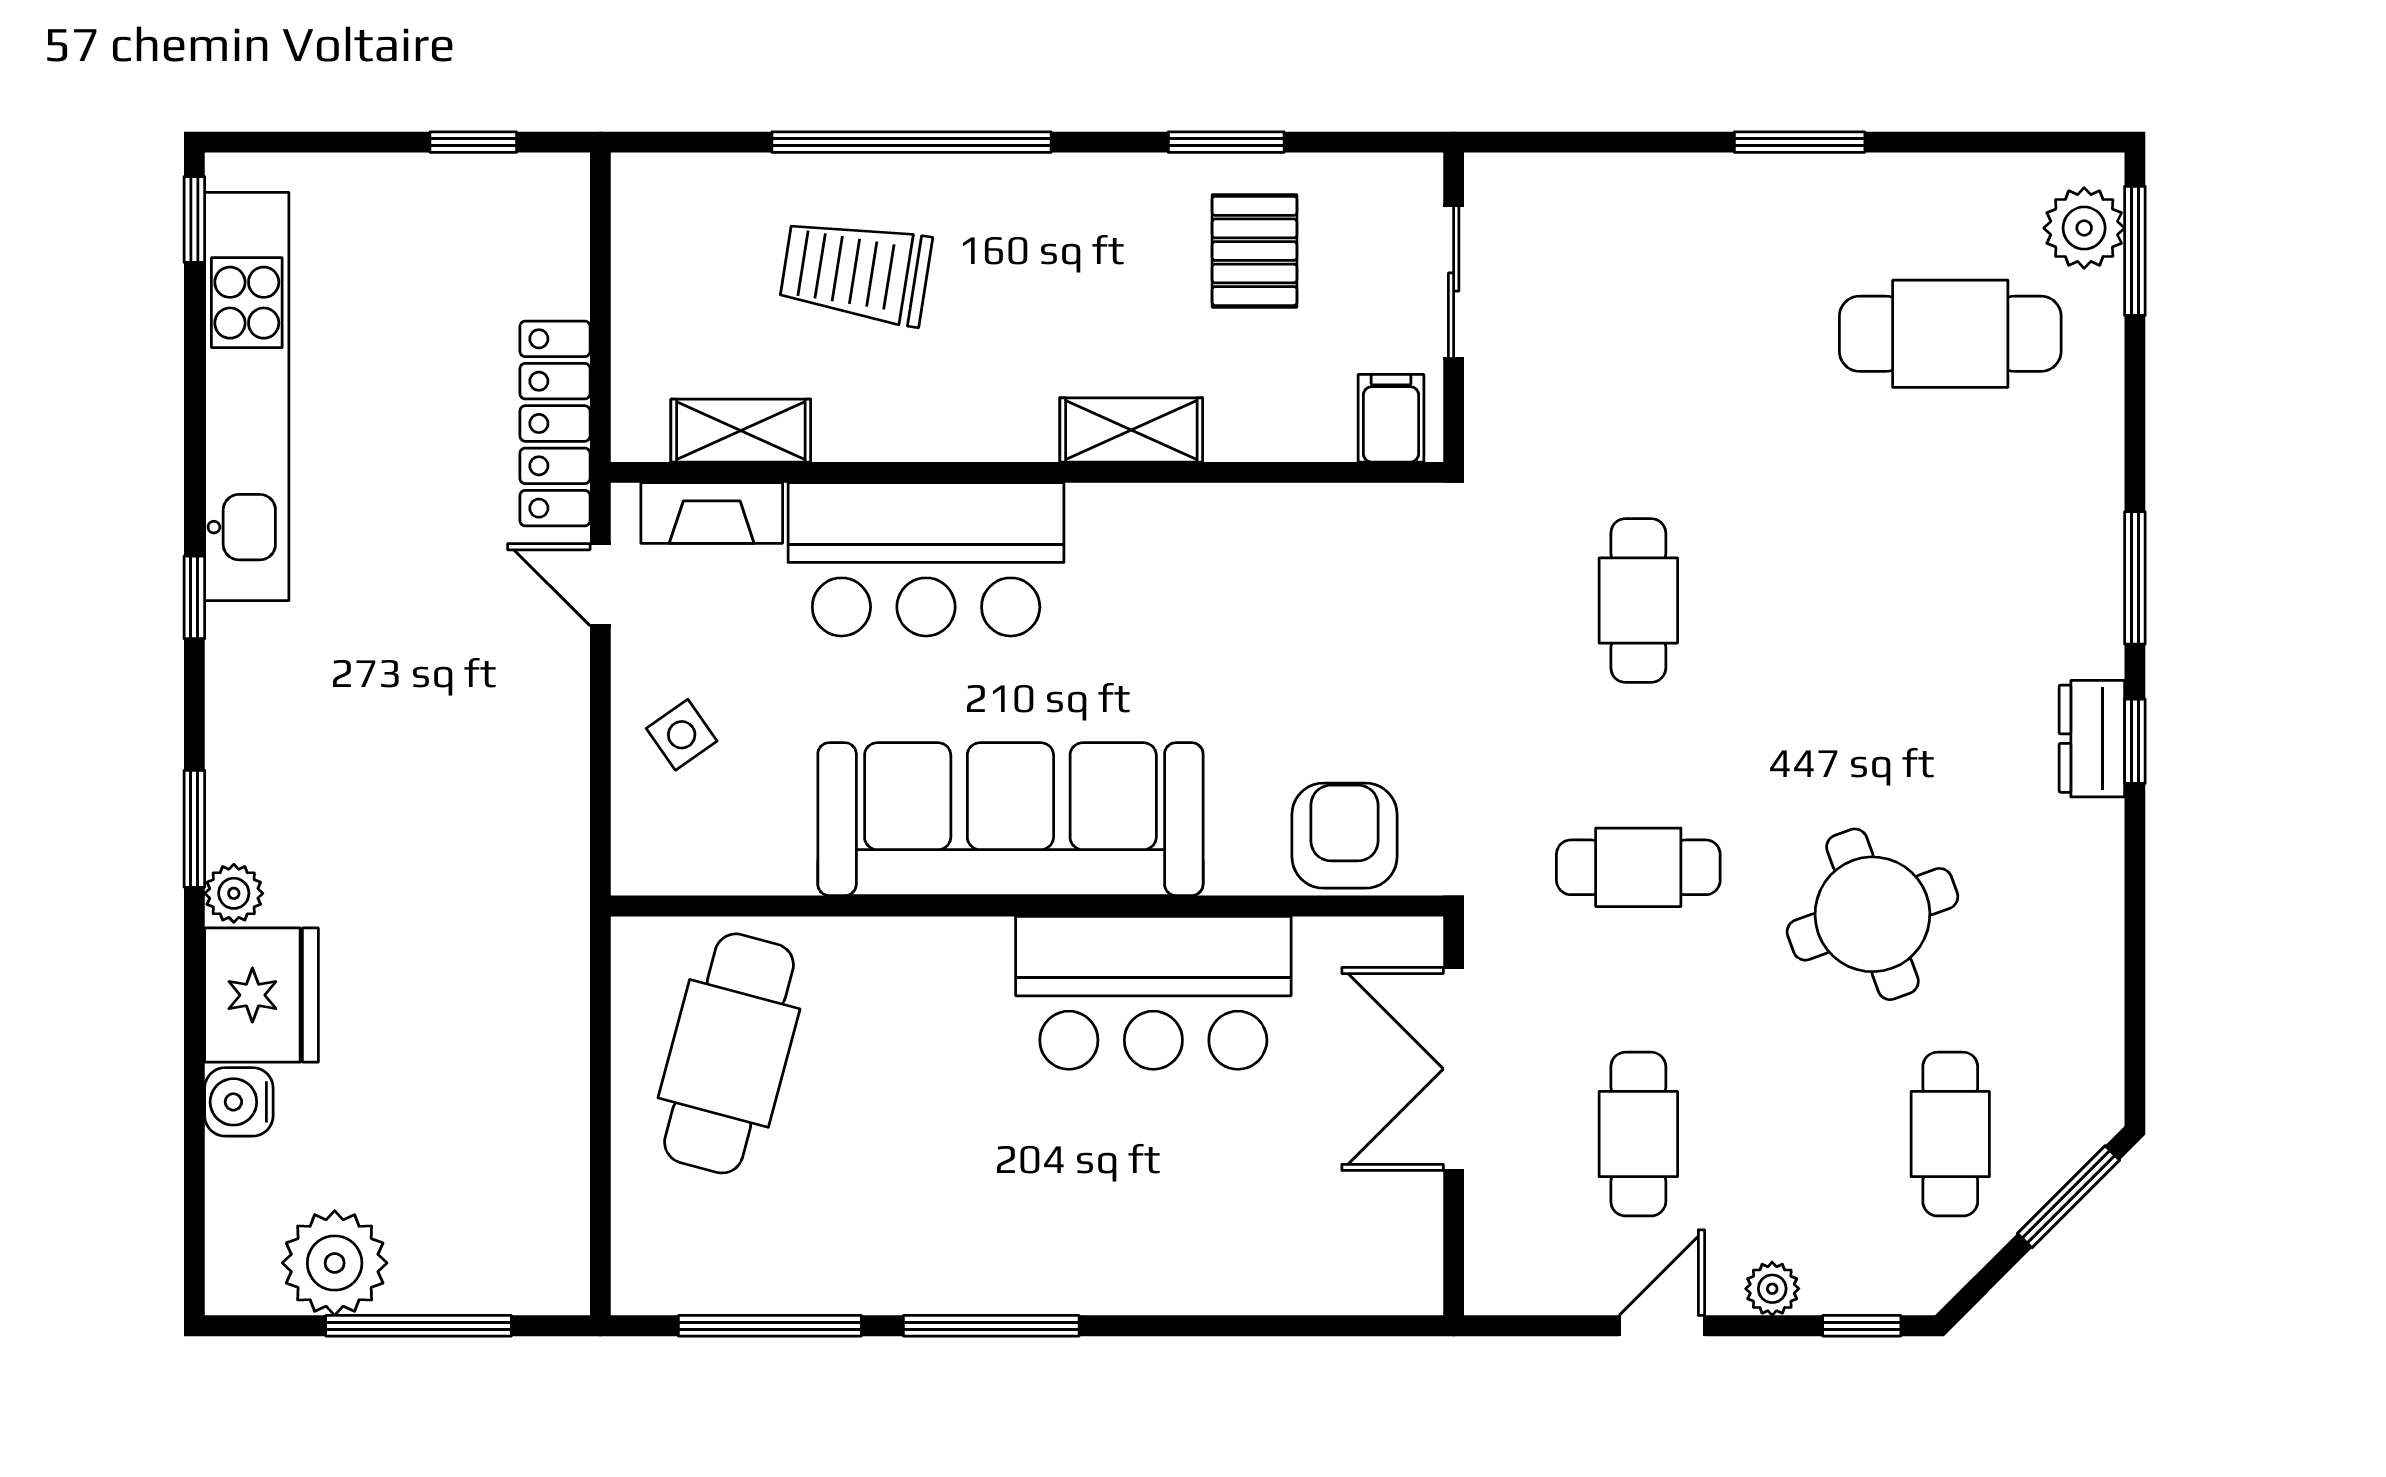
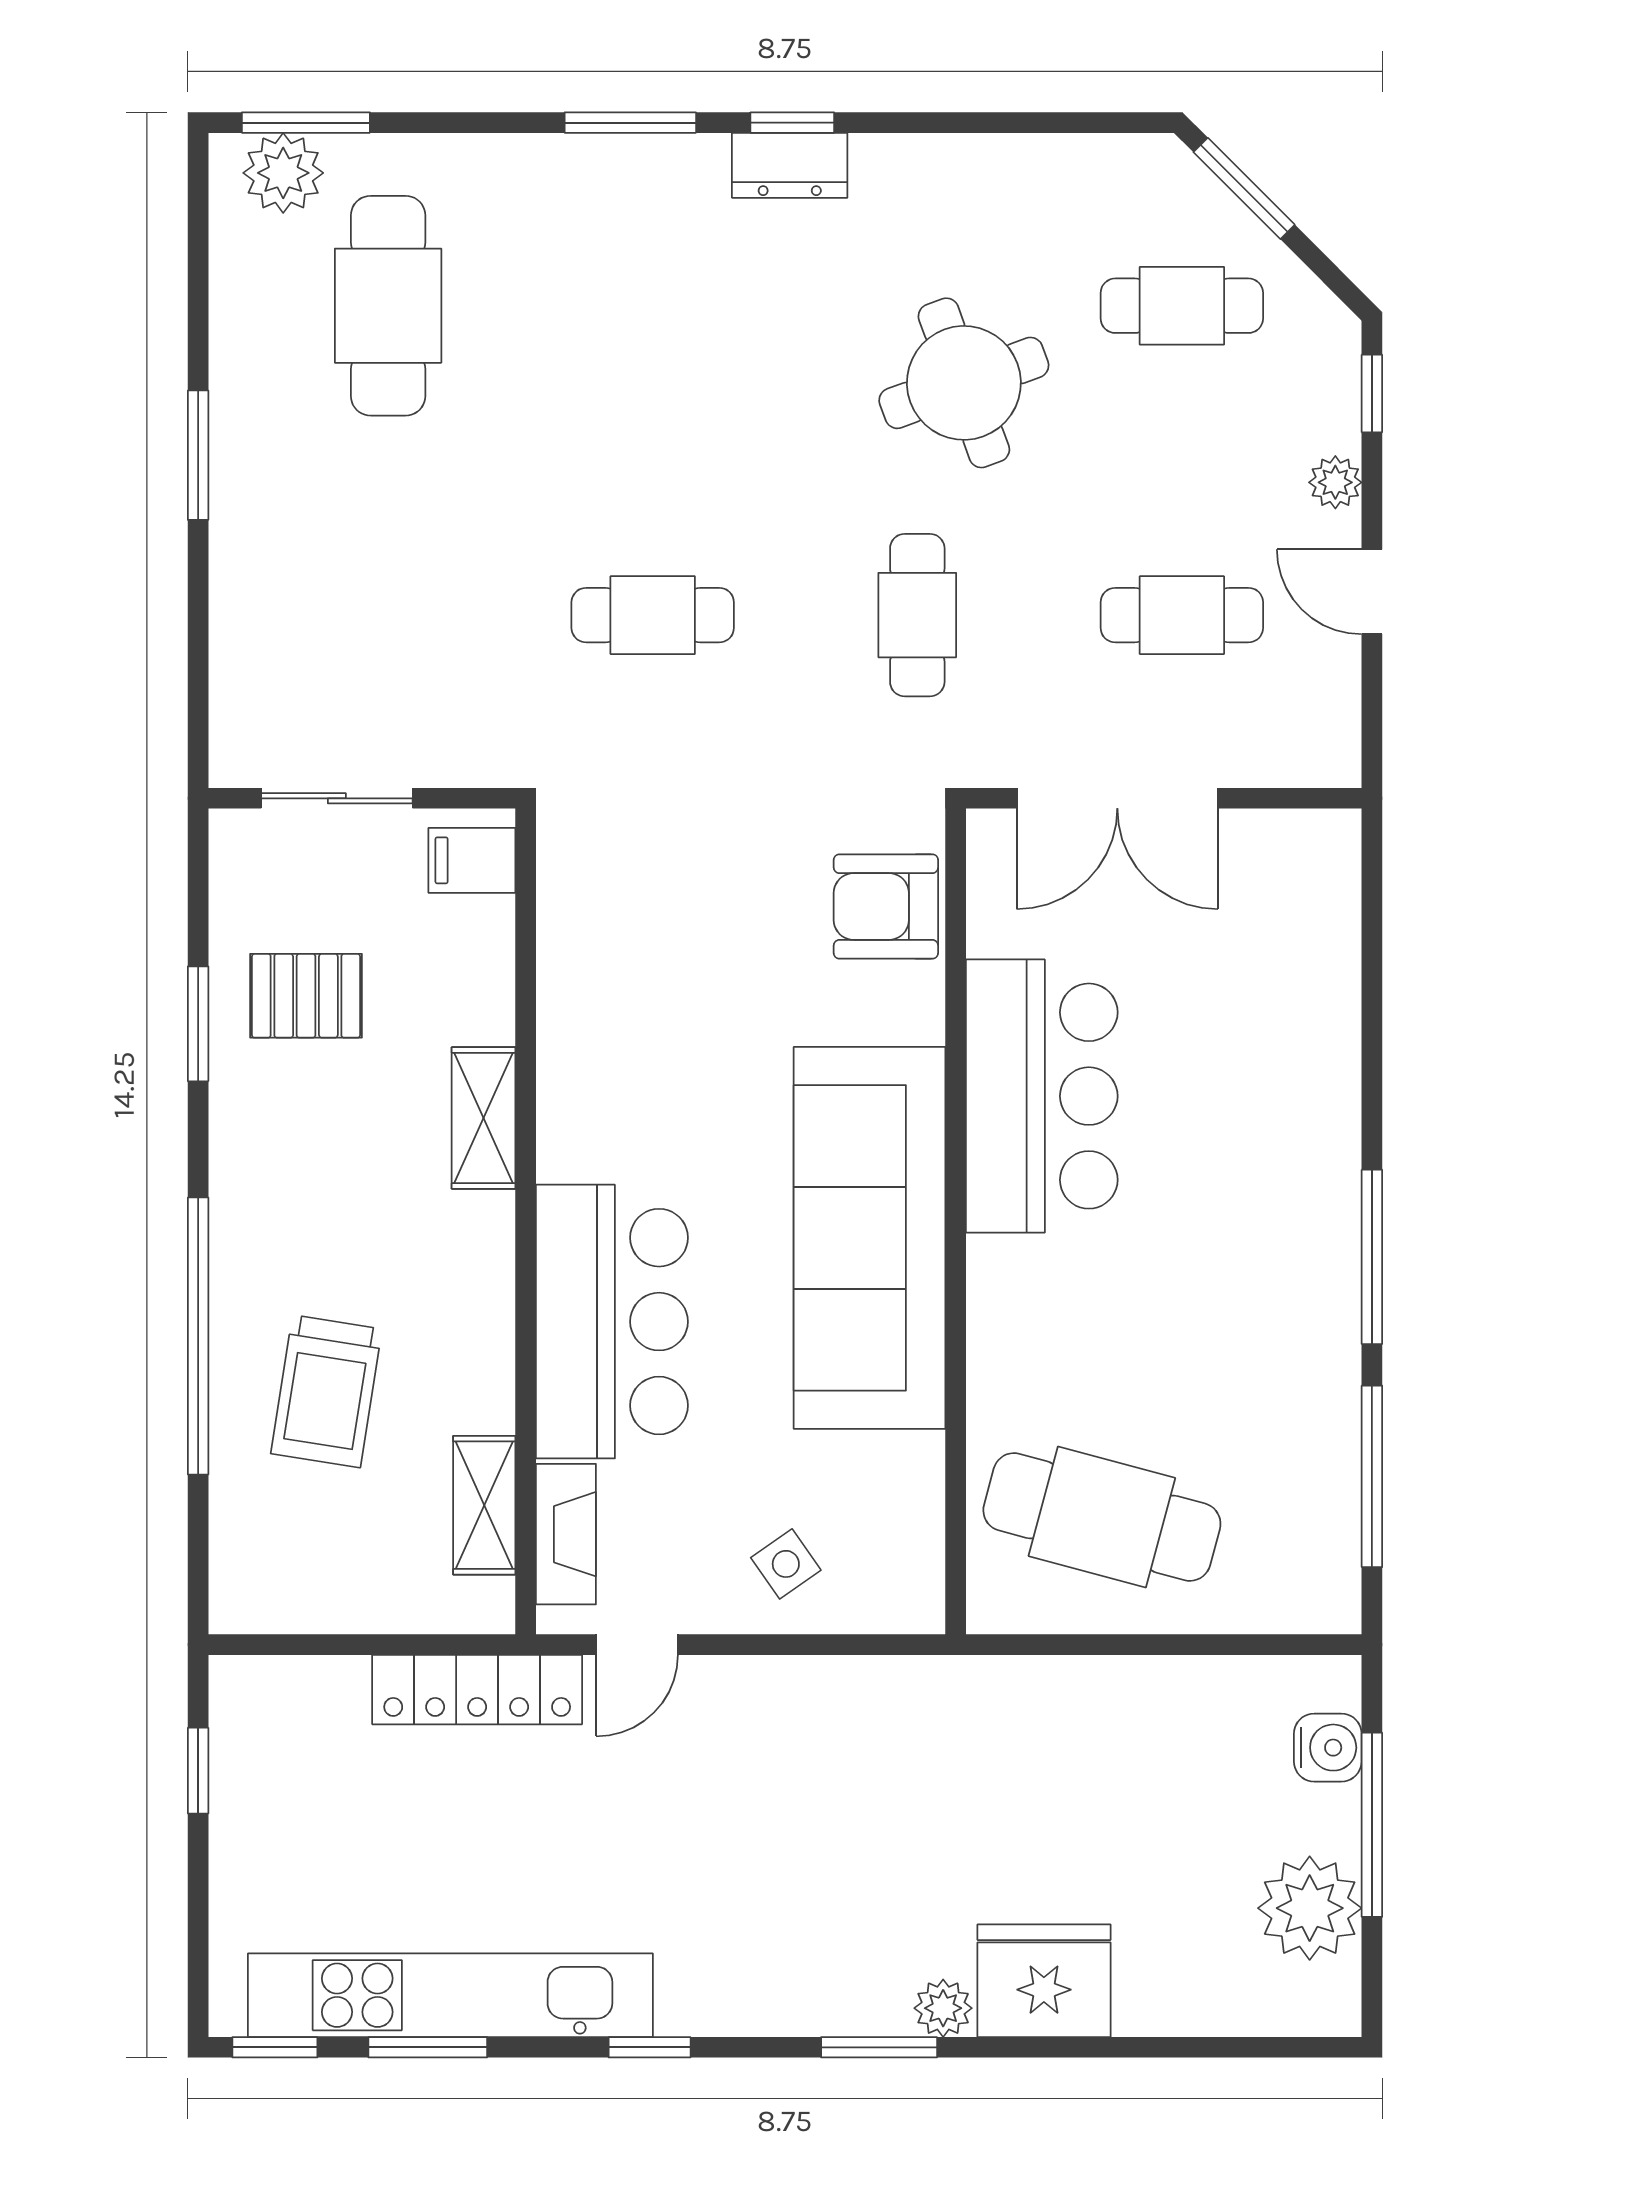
window: (194, 374) -> (428, 2047), added
water cooler: (239, 1102) -> (1328, 1748), moved, turned -90

